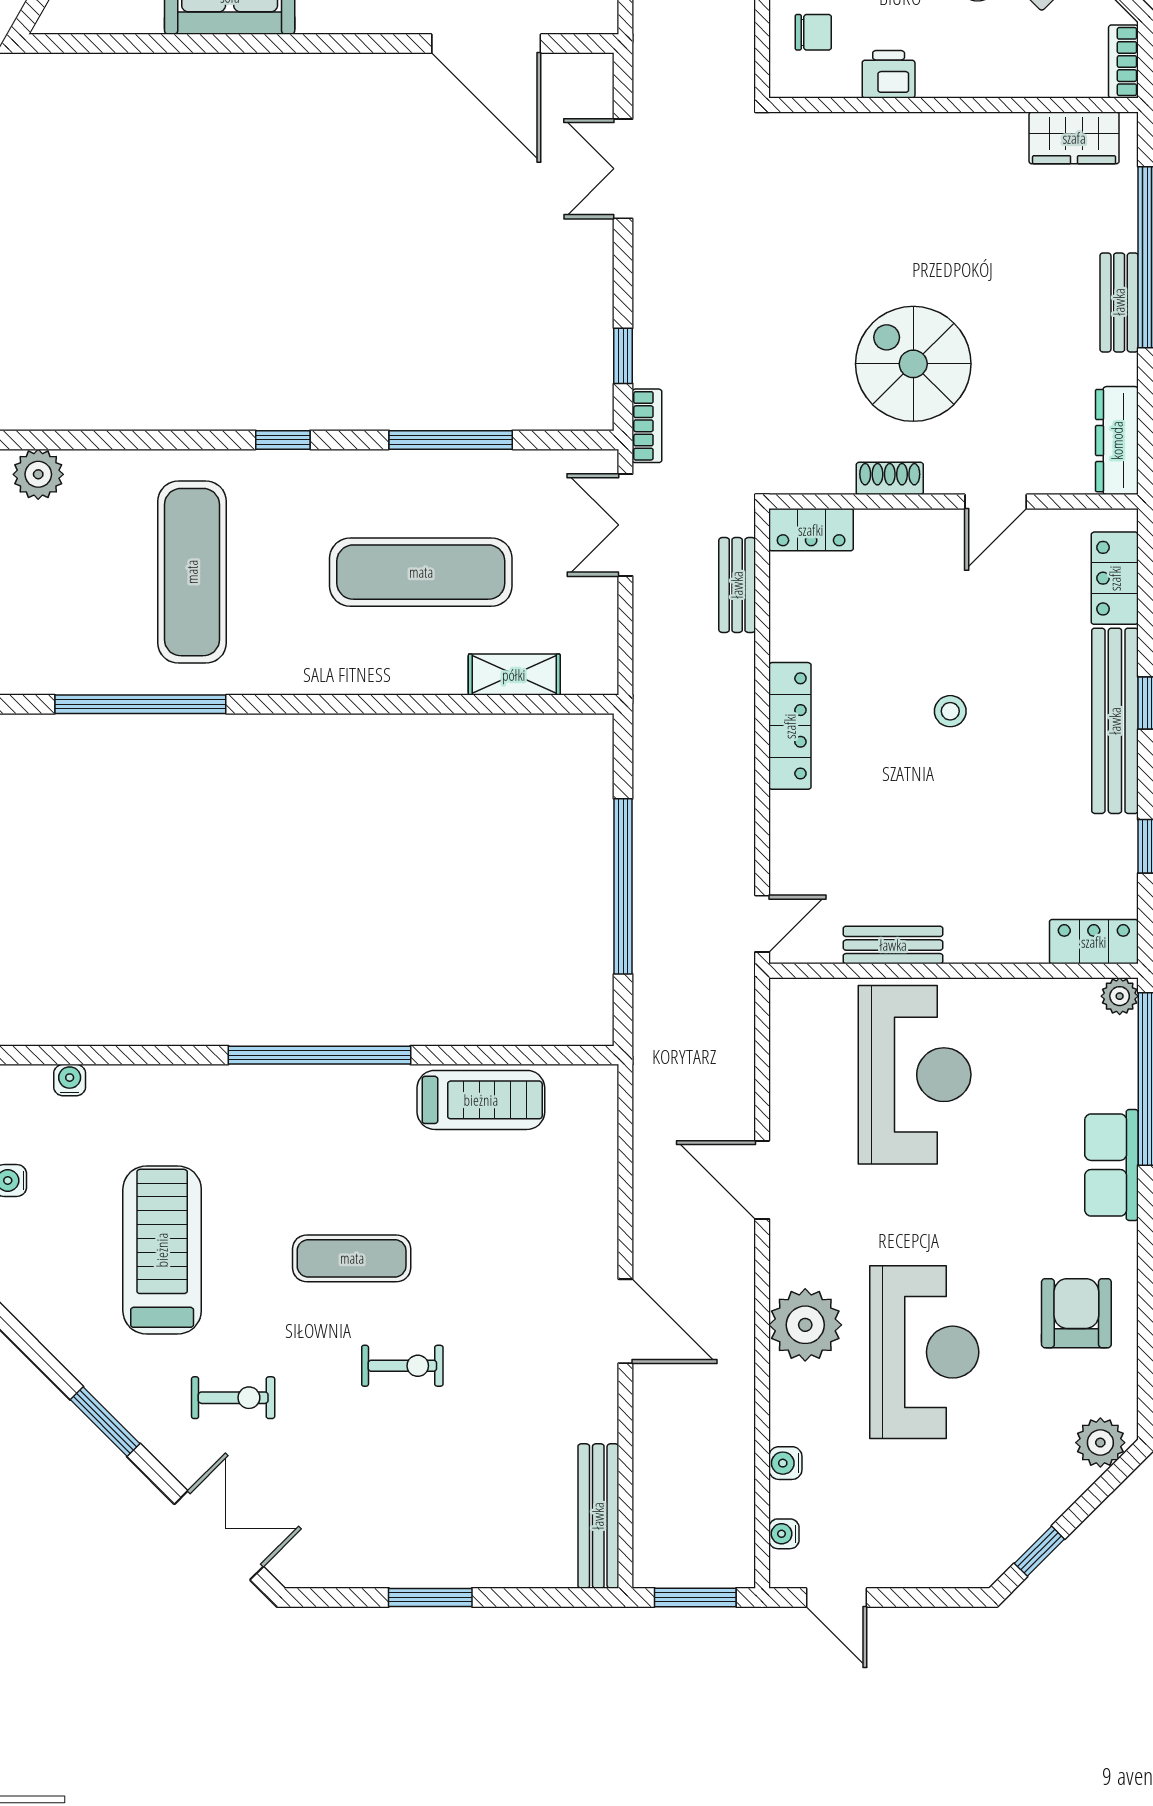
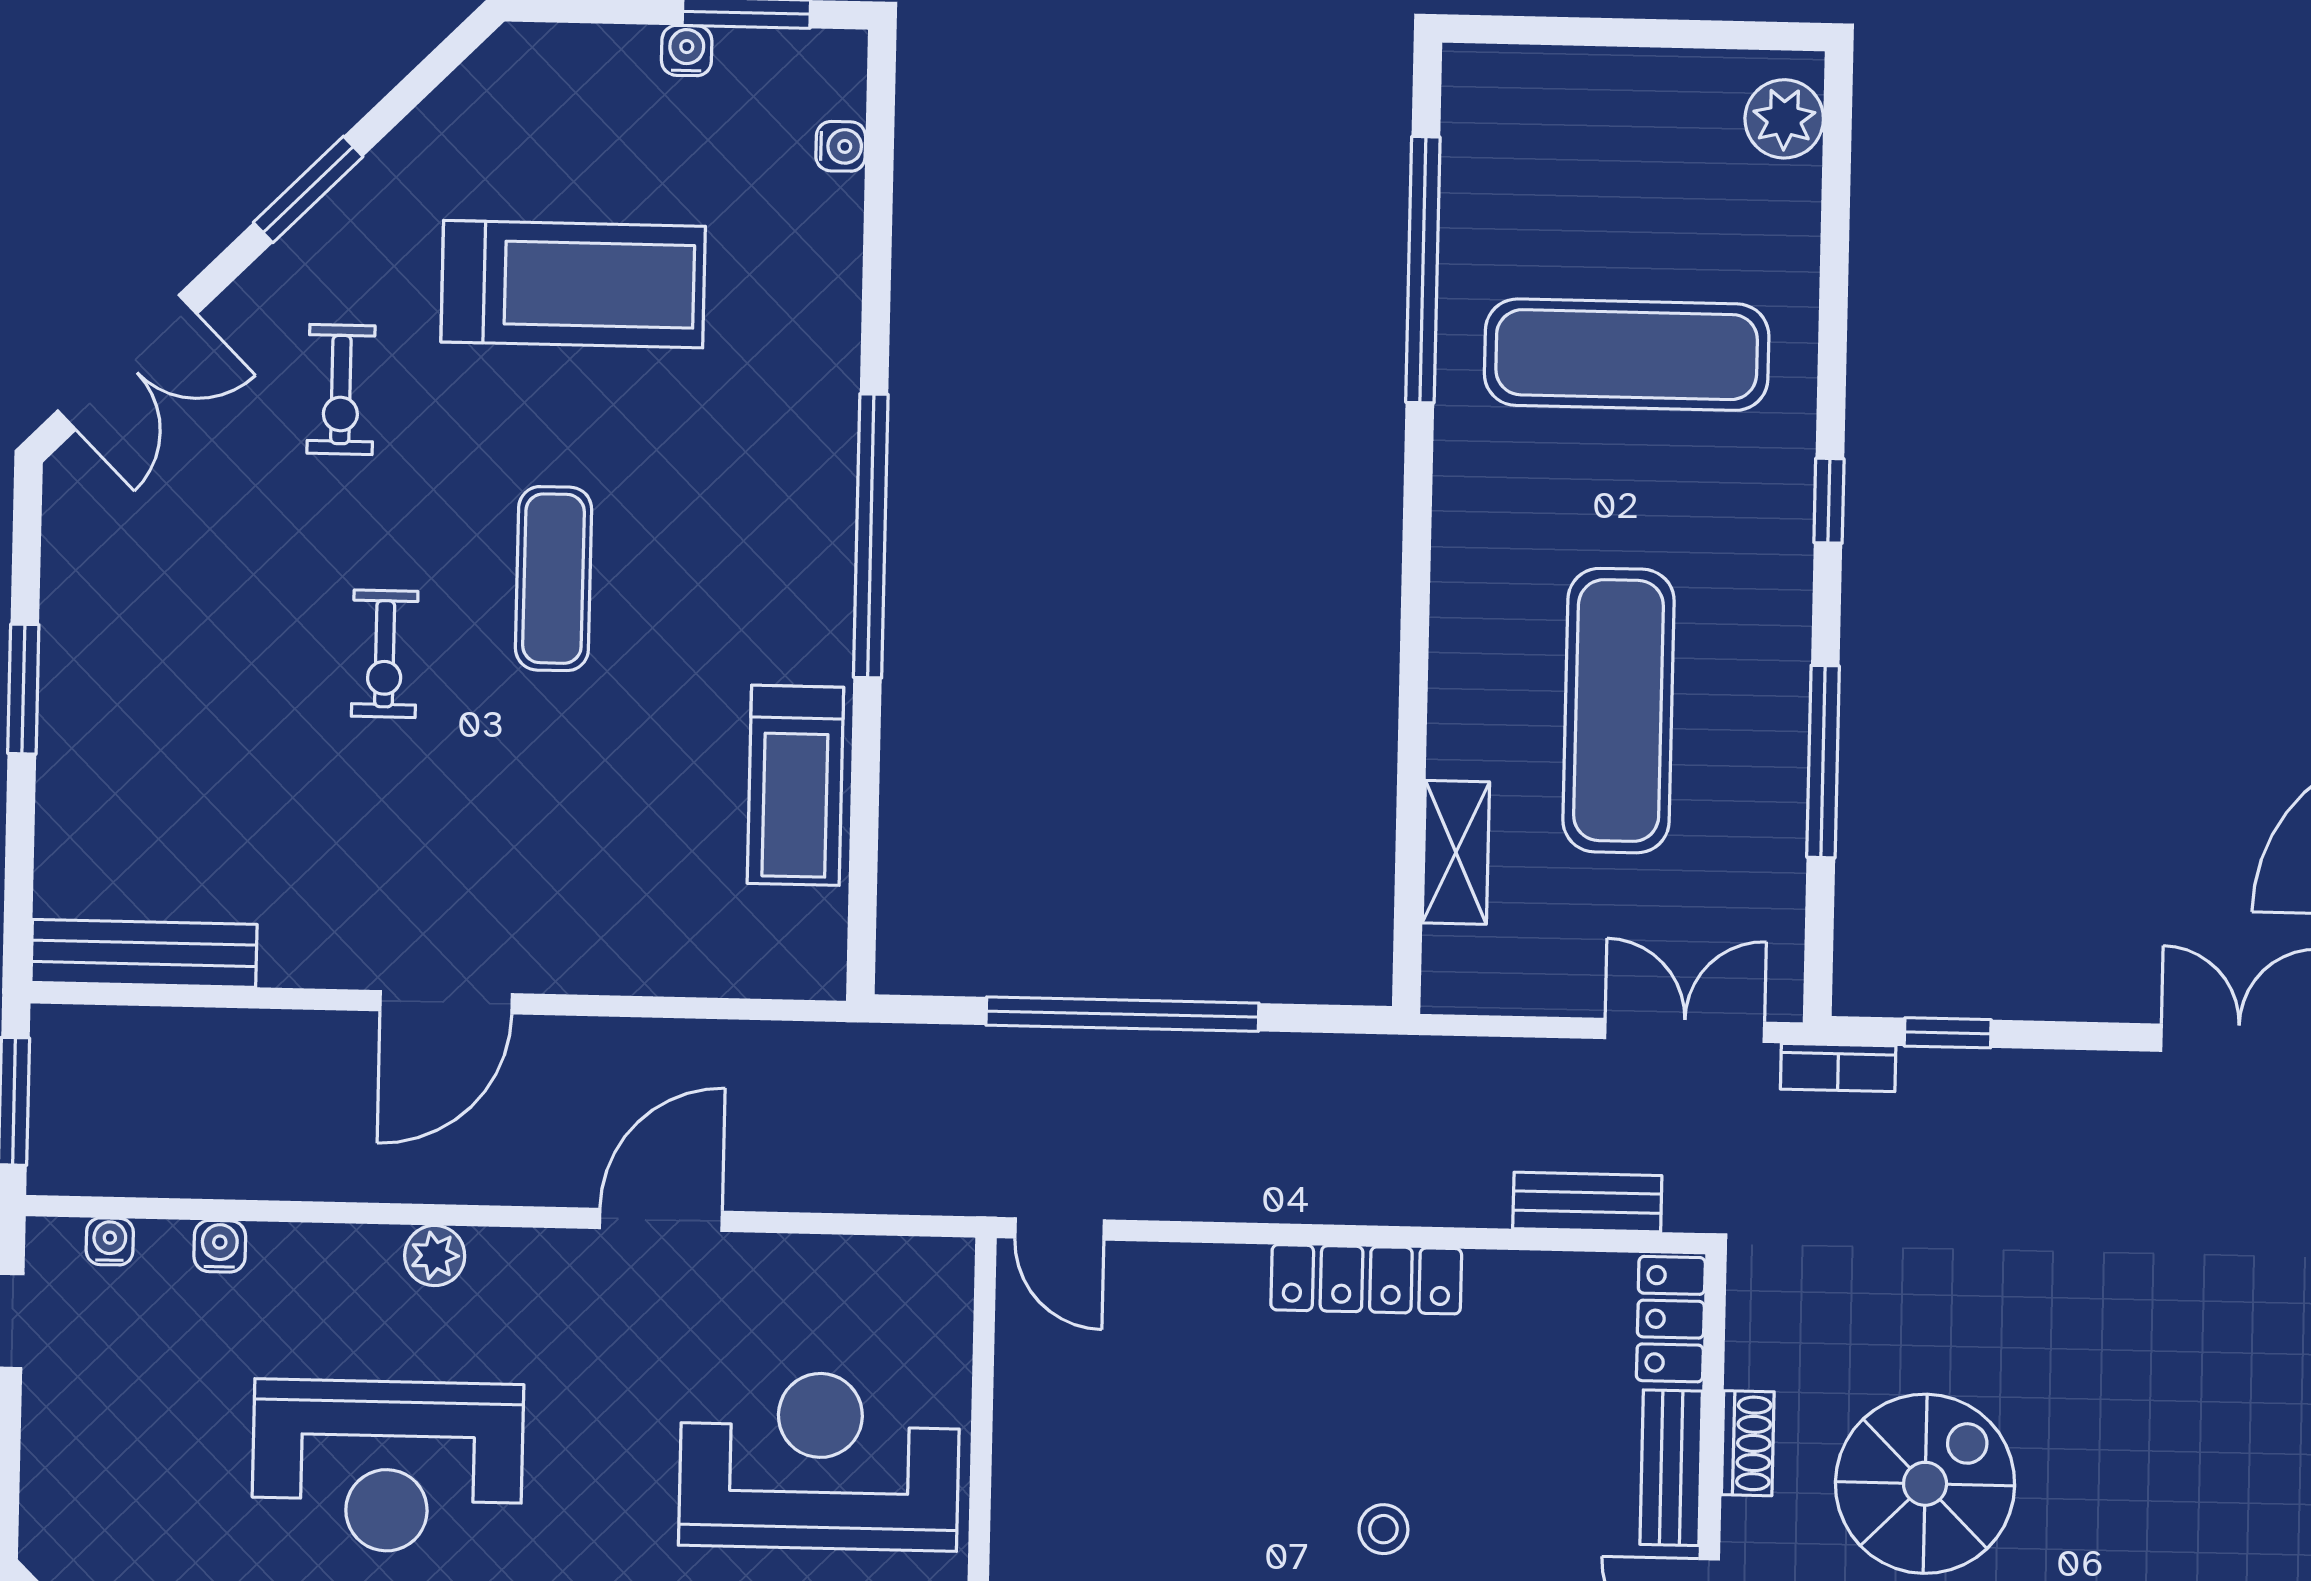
bench: (893, 945) -> (1671, 1468), moved
reception desk: (915, 1075) -> (819, 1461), turned 180
plant: (805, 1325) -> (435, 1256), width x0.53, depth x0.53

